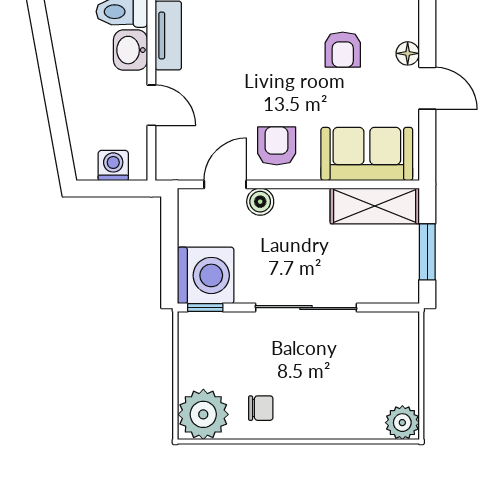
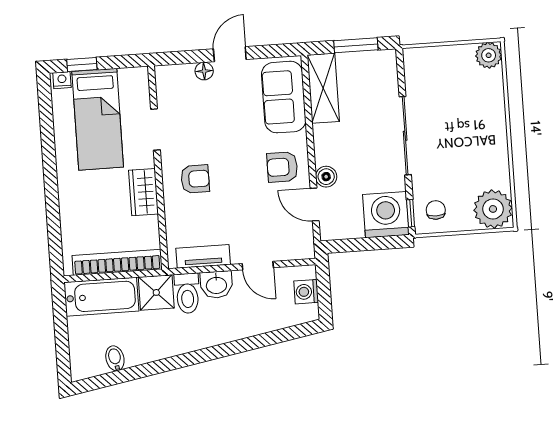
armchair: (343, 50) -> (195, 179), moved
door: (151, 105) -> (258, 266), swing flipped
chair: (261, 408) -> (436, 210), moved

